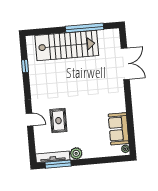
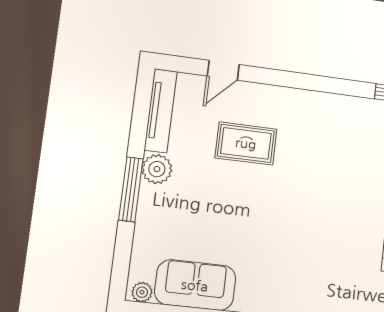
door: (30, 120) -> (223, 70), moved
window: (58, 164) -> (131, 189), moved

